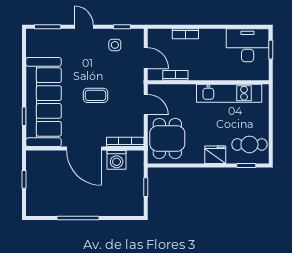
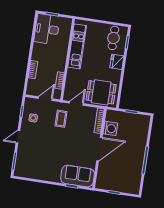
coffee table: (95, 95) -> (61, 119), moved
sofa: (44, 102) -> (78, 176), width x0.54, depth x0.79

